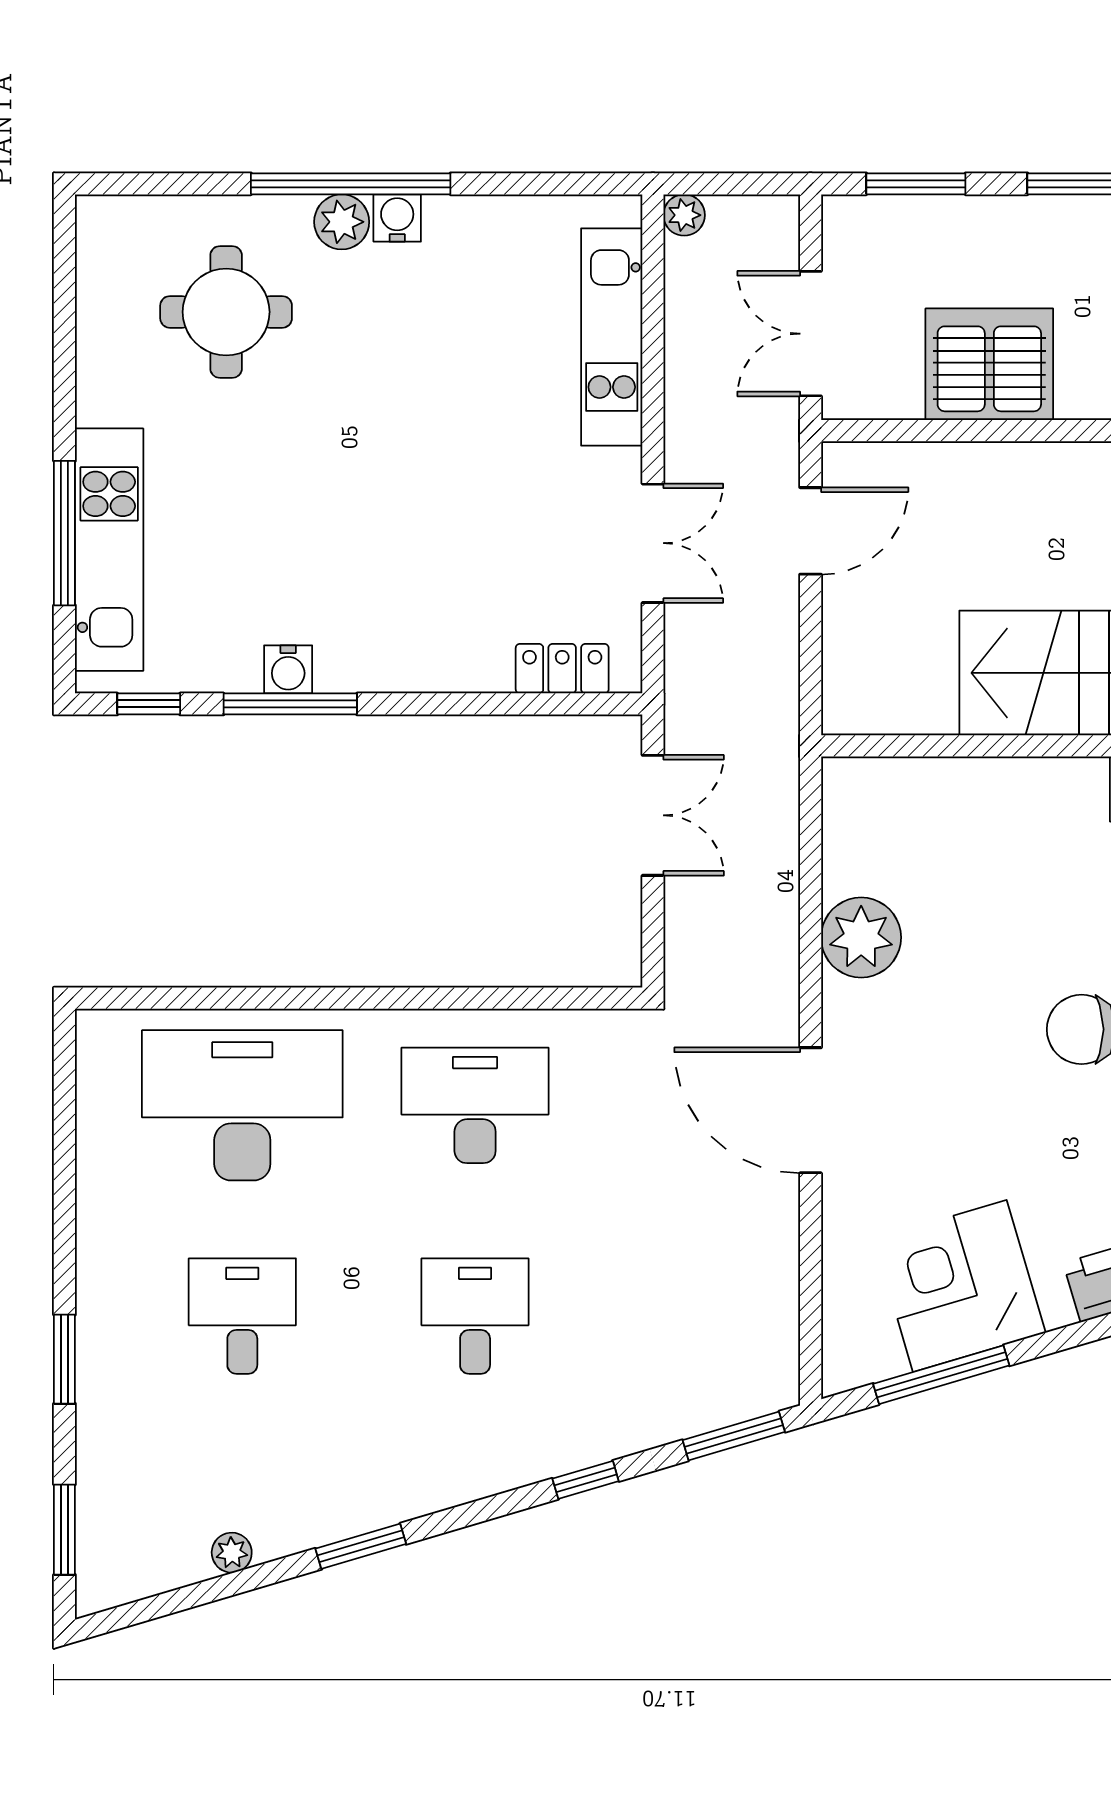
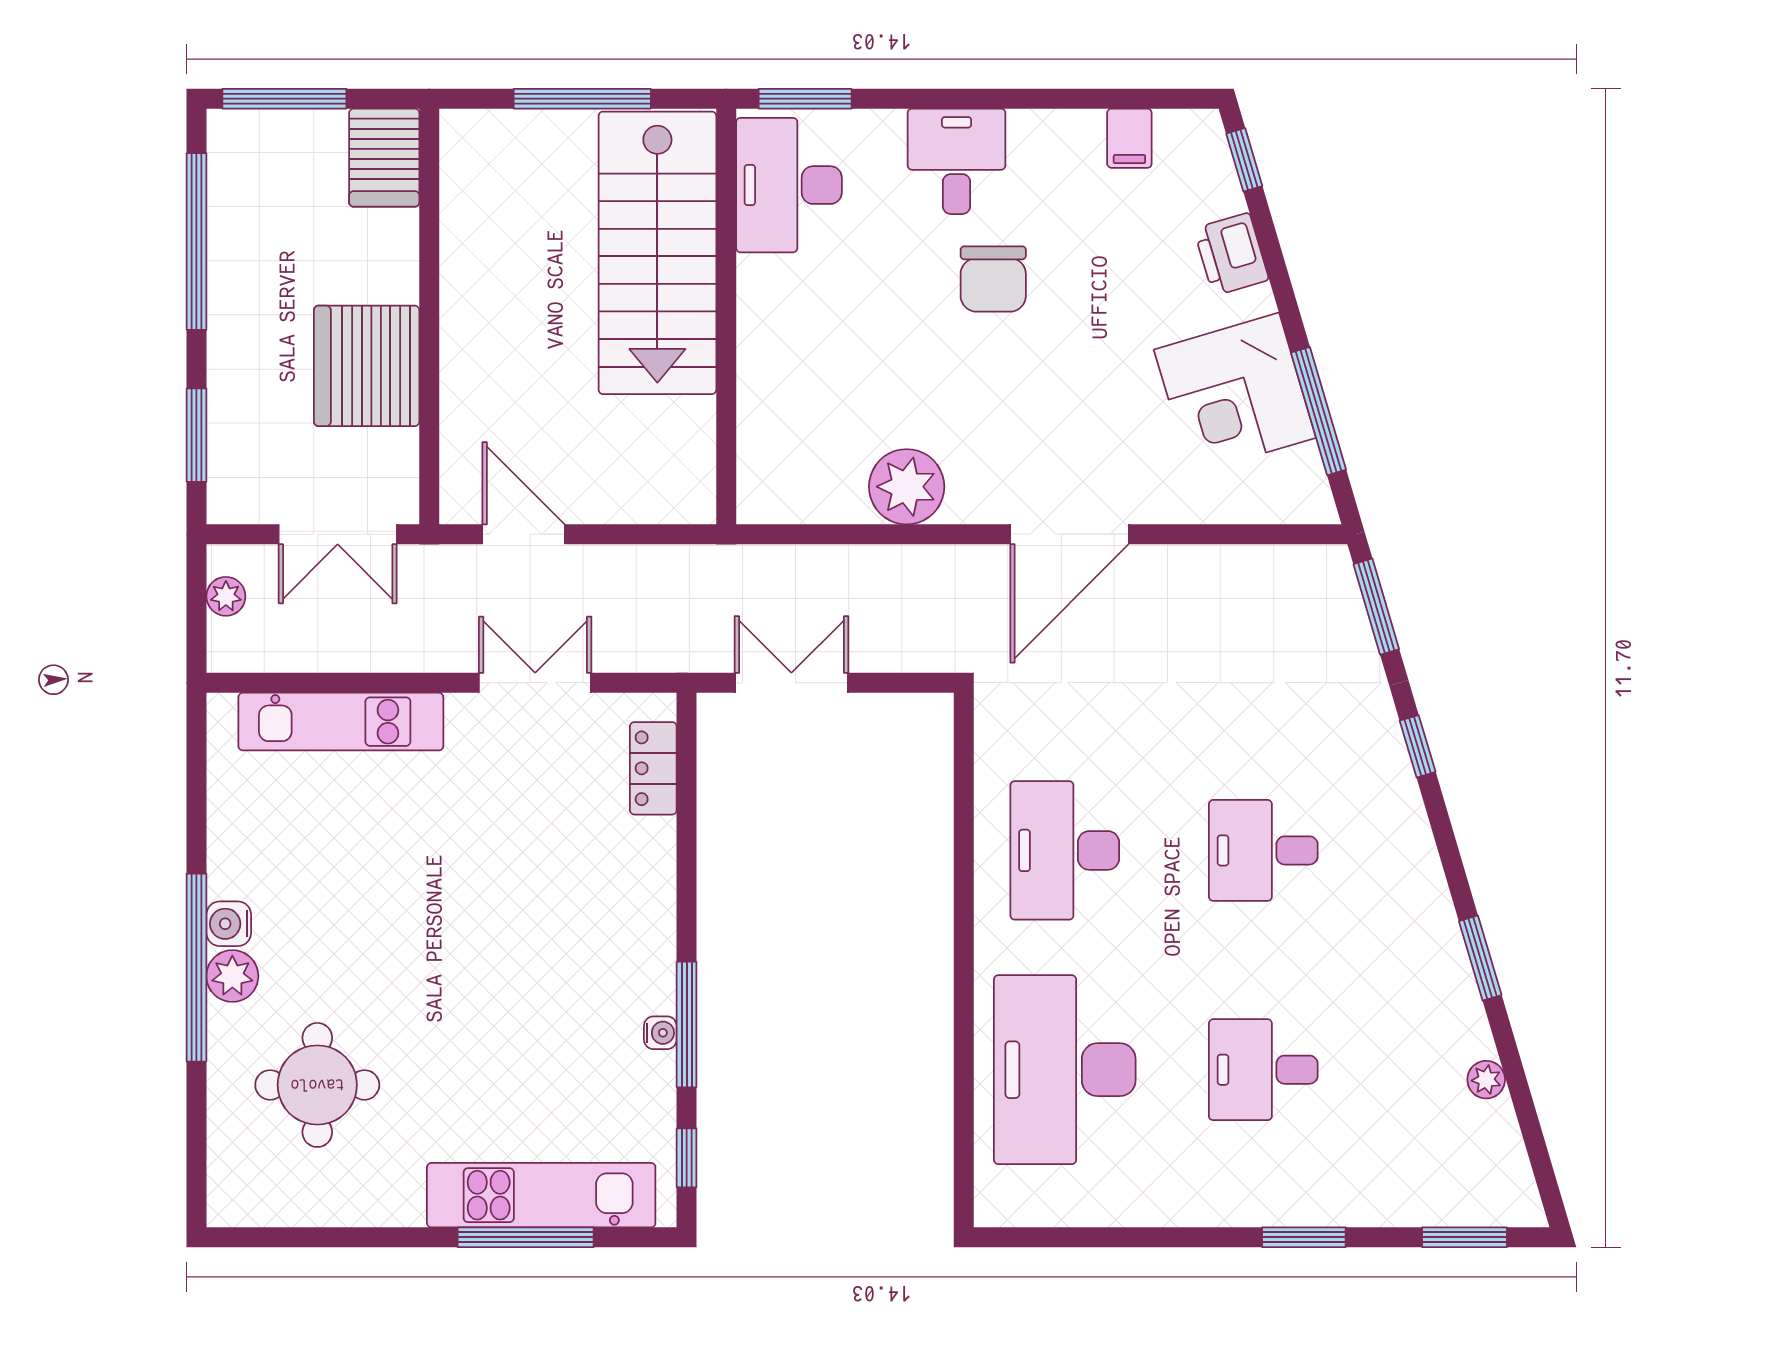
plant: (684, 215) -> (226, 596), moved
water cooler: (288, 669) -> (660, 1033), width x0.72, depth x0.72

